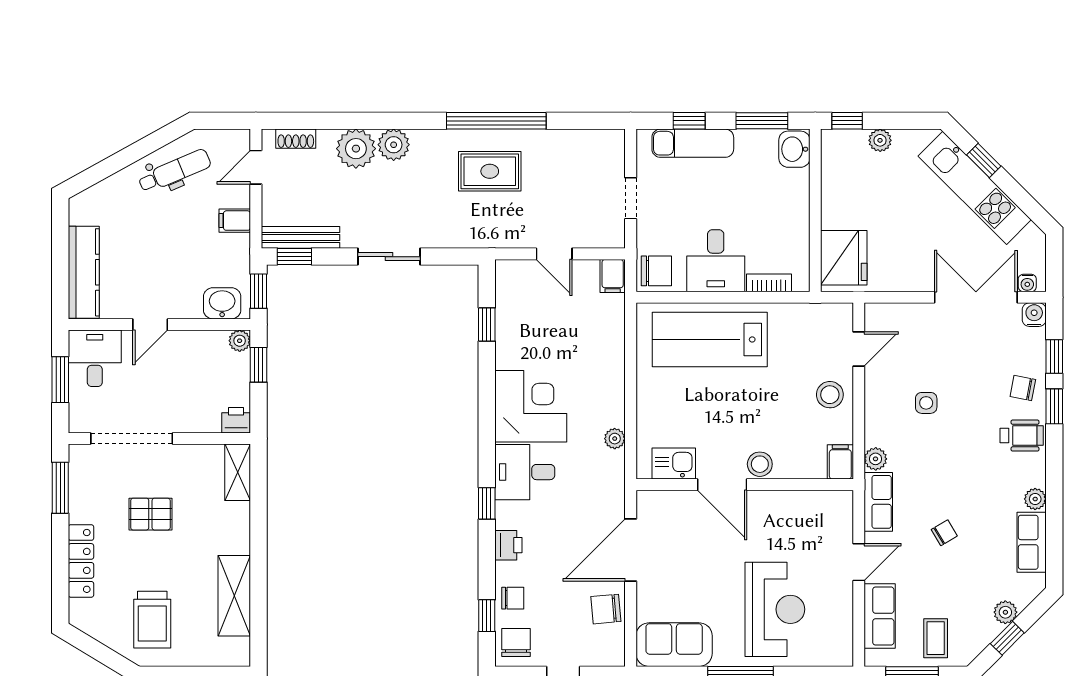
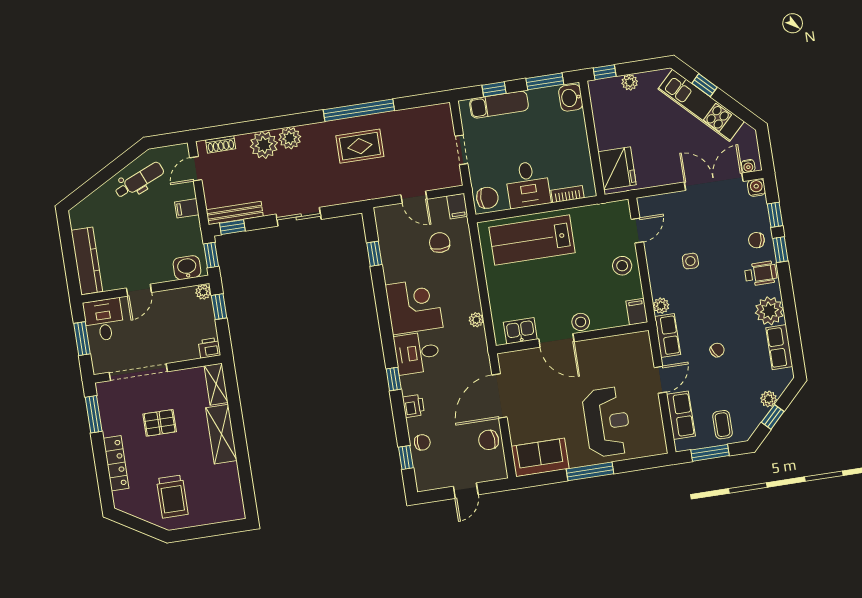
plant: (1035, 499) -> (769, 311), width x1.87, depth x1.87
shelving: (234, 596) -> (221, 434), moved
chair: (516, 643) -> (440, 243), moved

